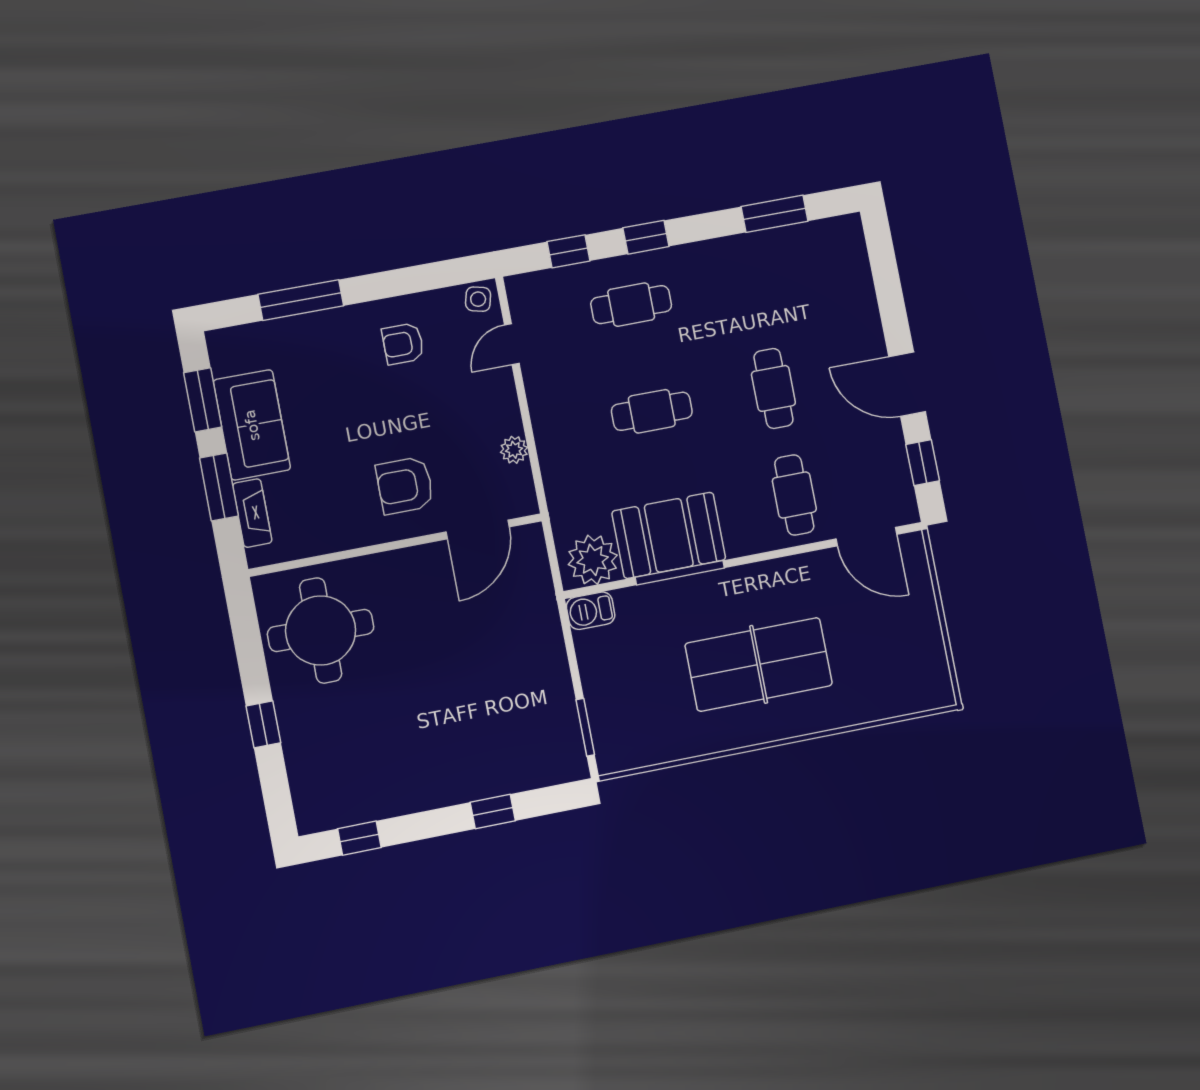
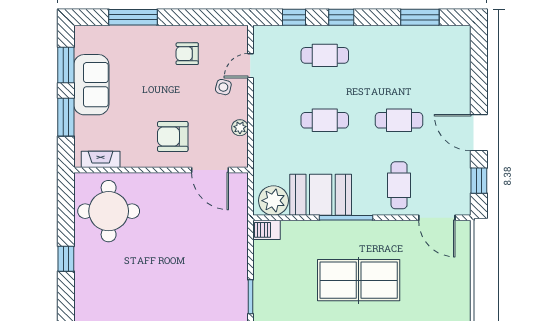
side table: (478, 299) -> (223, 87), moved
cafe table: (773, 388) -> (399, 120), turned 90
fireplace: (252, 513) -> (101, 159), moved, turned -90
door: (478, 529) -> (210, 170), hinge flipped
window: (680, 573) -> (346, 218), moved

